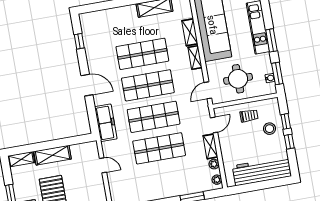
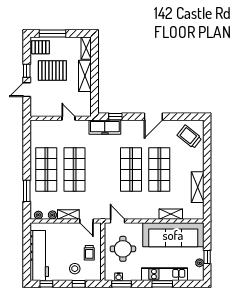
trolley: (100, 27) -> (189, 137), added
window: (271, 40) -> (162, 284), moved
window: (79, 41) -> (115, 117), moved
shelving: (195, 57) -> (148, 215), removed
door: (87, 85) -> (153, 117), moved
shop shelf: (154, 117) -> (46, 170), moved
window: (289, 142) -> (46, 284), moved
door: (103, 165) -> (68, 118), swing flipped

